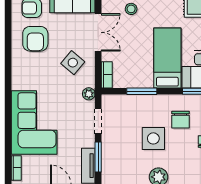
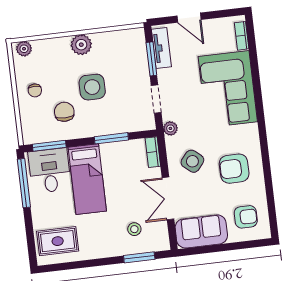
armchair: (35, 39) -> (234, 169), moved, turned -90

